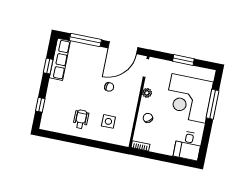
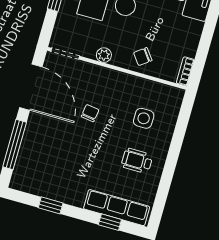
row of seats: (60, 59) -> (117, 208), moved

